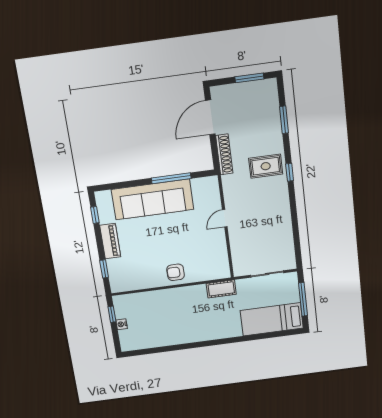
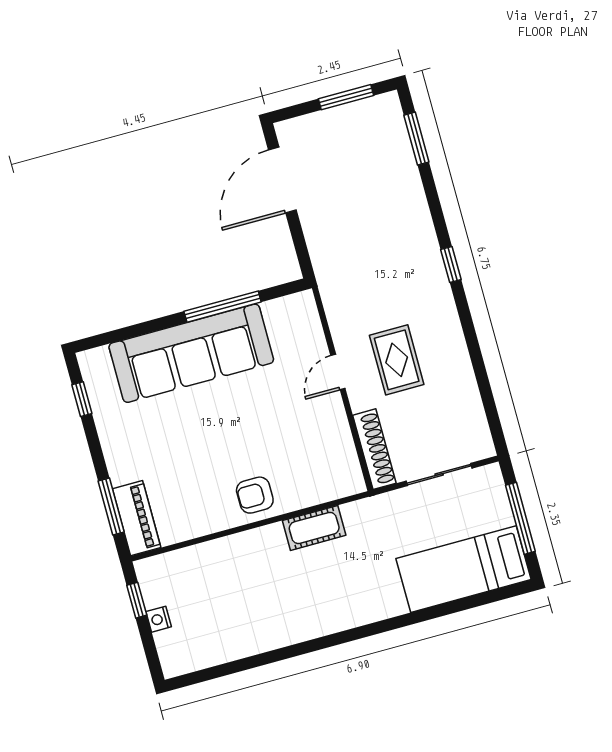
window: (284, 120) -> (416, 139), moved
shoe rack: (224, 154) -> (374, 449), moved
rug: (266, 166) -> (397, 360), moved, turned 90
piano: (110, 241) -> (137, 518), moved
window: (104, 269) -> (111, 506), width x1.50
cot: (221, 289) -> (314, 528), moved

